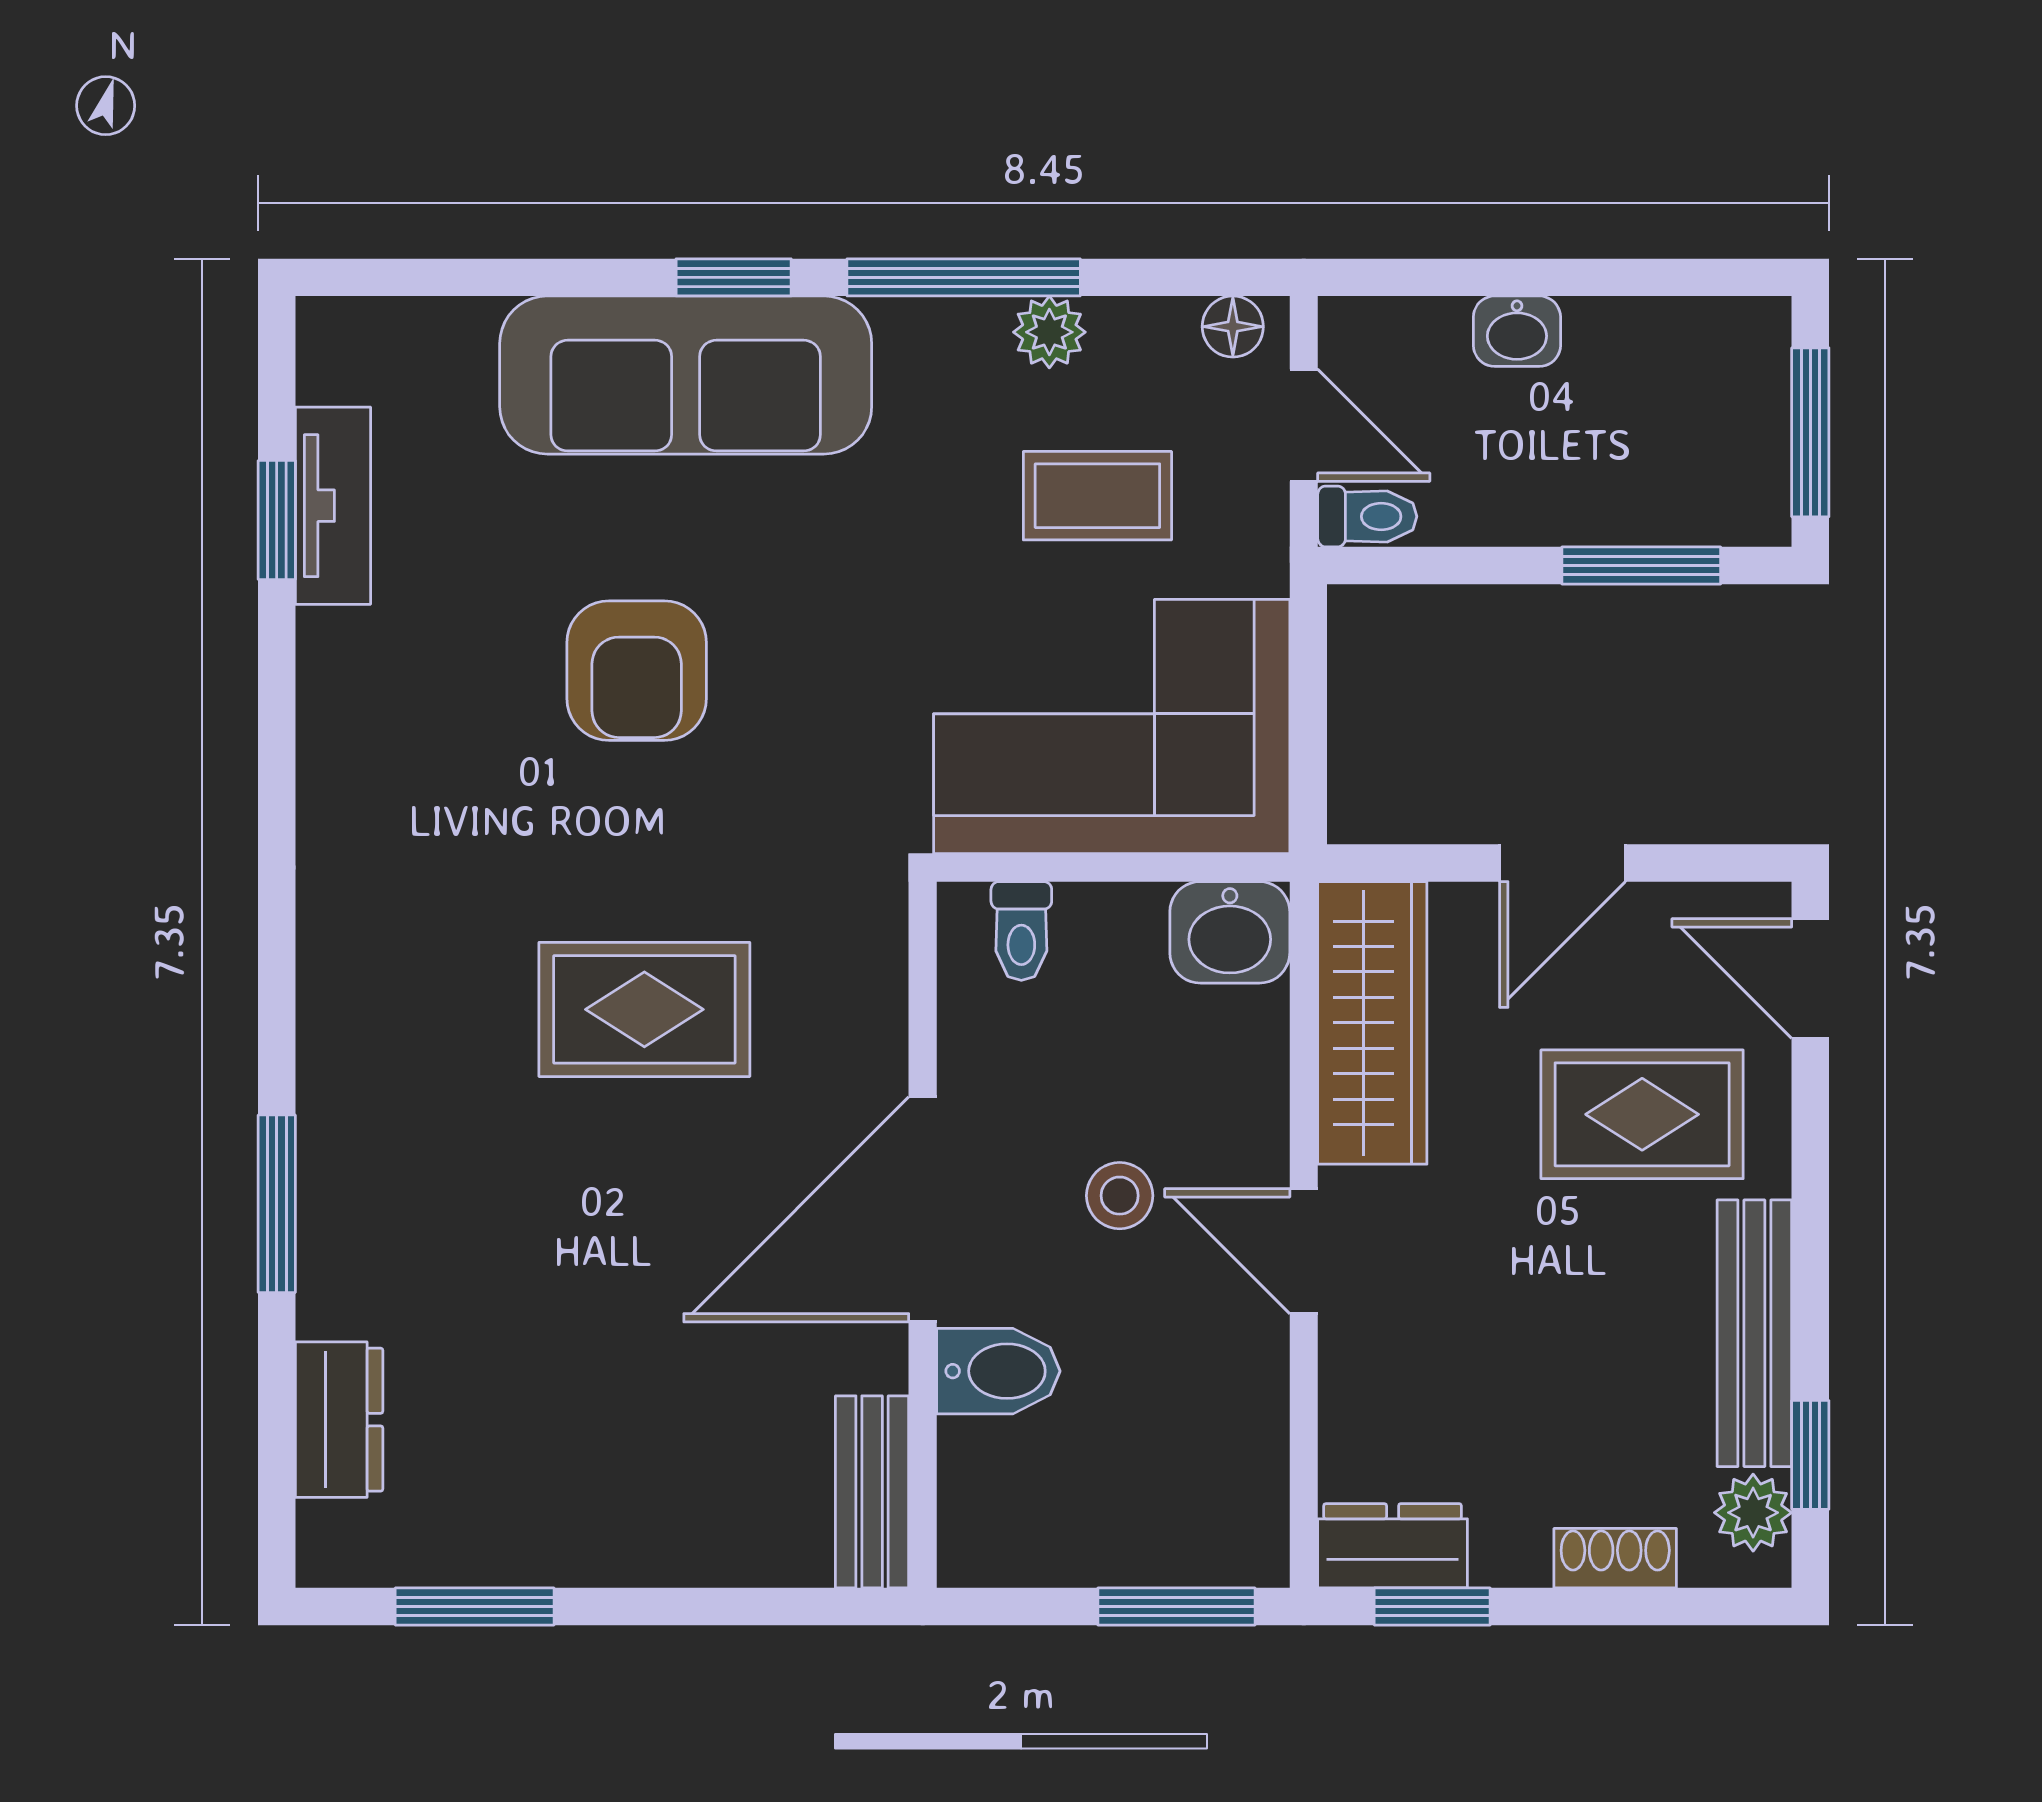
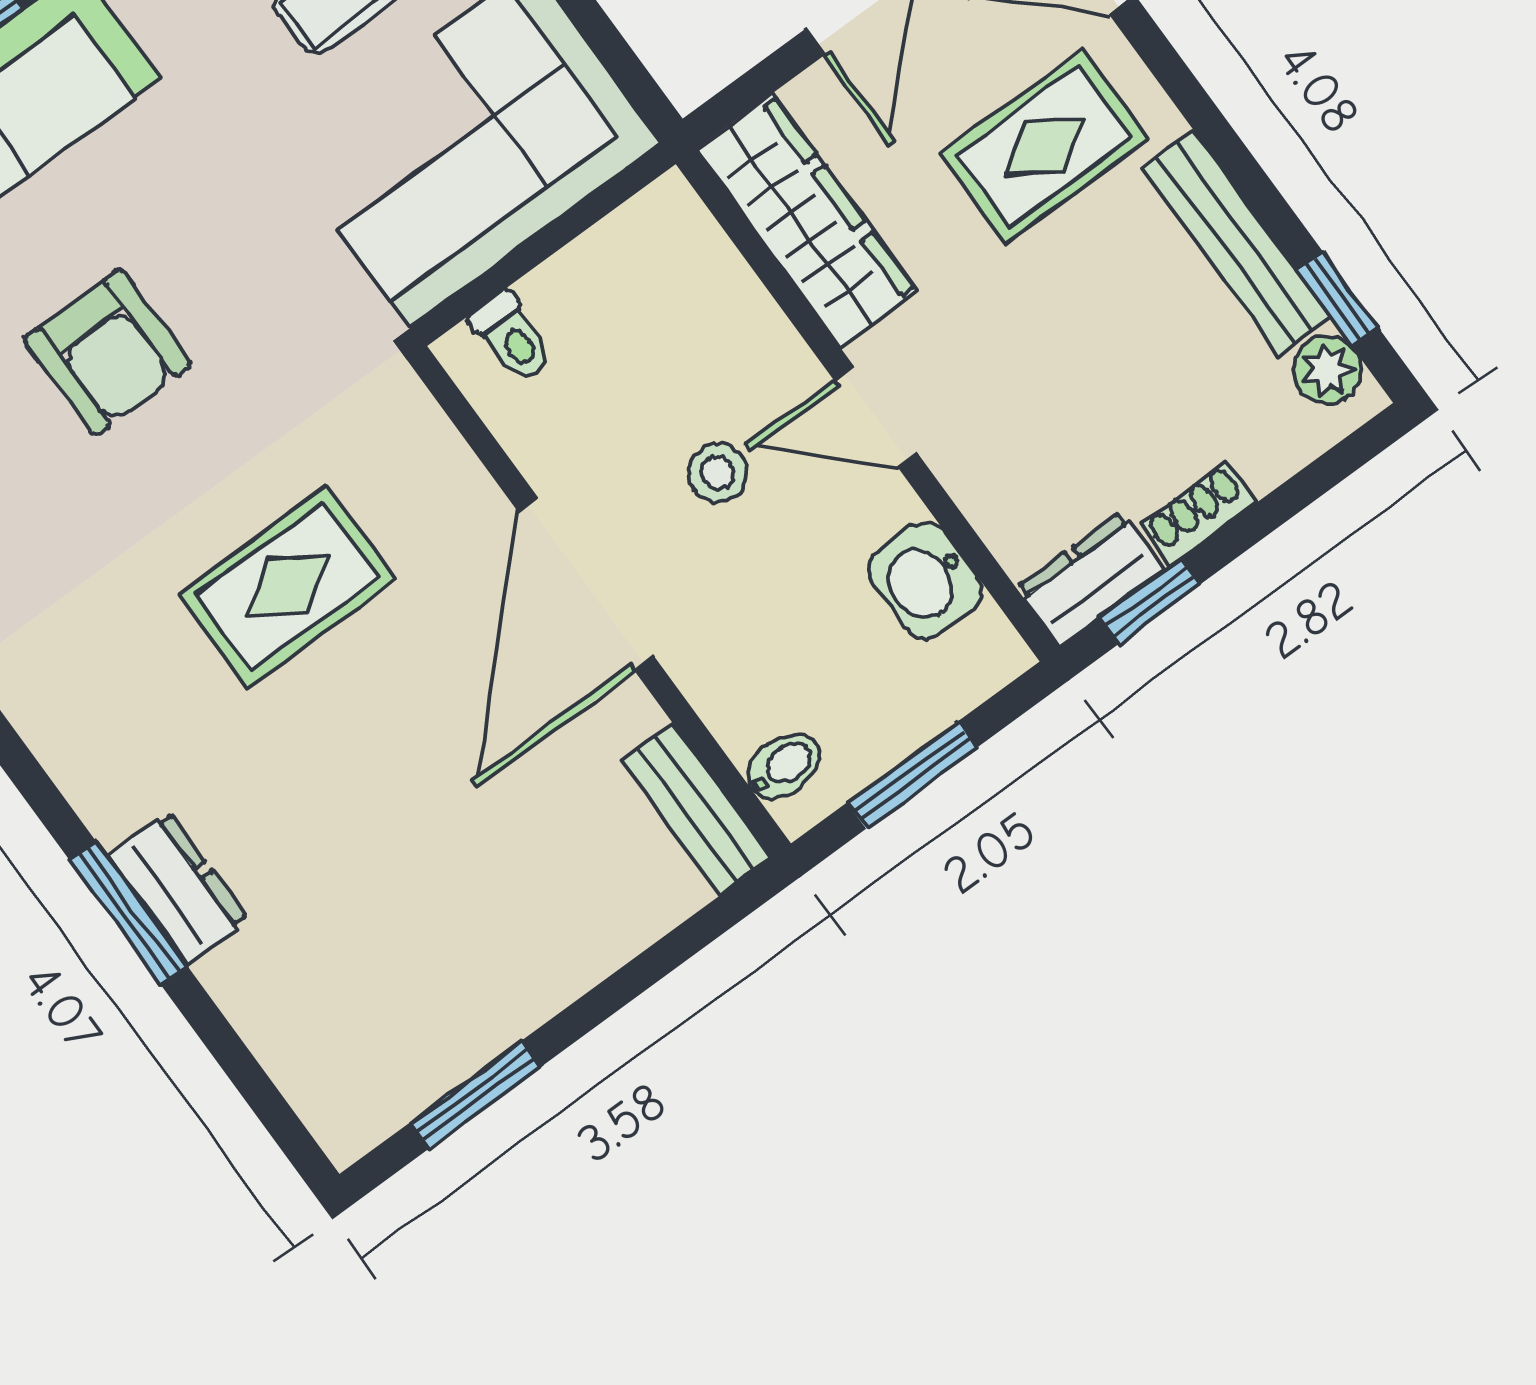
washbasin: (1230, 932) -> (925, 580), moved, turned 90
bidet: (998, 1371) -> (784, 766), moved, width x0.72, depth x0.74
dresser: (339, 1420) -> (178, 888), moved
shoe rack: (1615, 1558) -> (1198, 514), moved
window: (1176, 1606) -> (912, 775), moved

